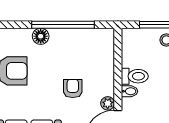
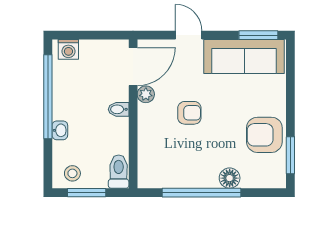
toilet: (135, 76) -> (119, 172), moved, turned 90
armchair: (73, 88) -> (189, 113), turned -90

